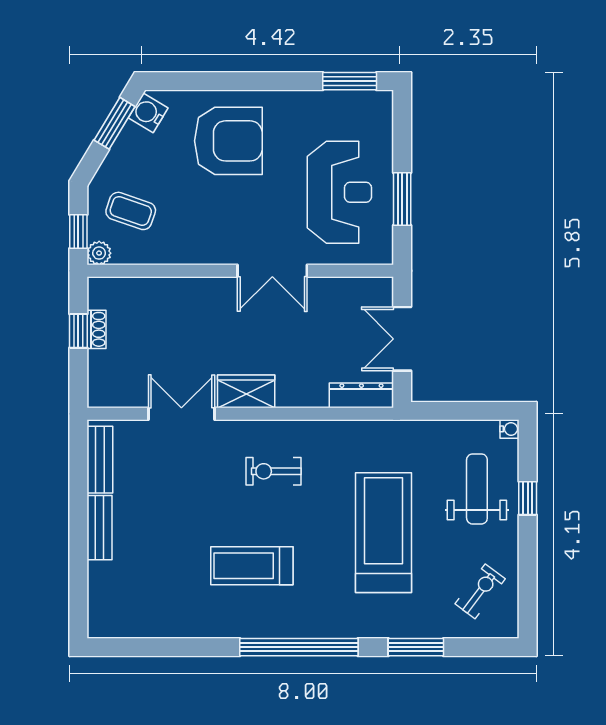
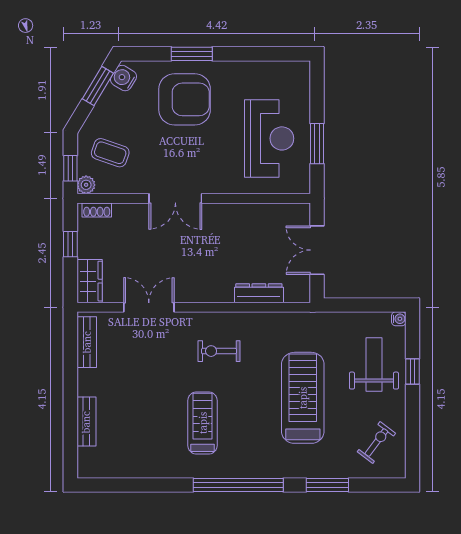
window: (350, 81) -> (192, 54), moved
double door: (272, 271) -> (175, 198), moved
shoe rack: (97, 329) -> (97, 210), moved, turned 90
wardrobe: (246, 391) -> (90, 281), moved, turned 90
dresser: (361, 395) -> (259, 293), moved
bench: (99, 528) -> (86, 422), moved
treadmill: (252, 566) -> (203, 423), turned 90

